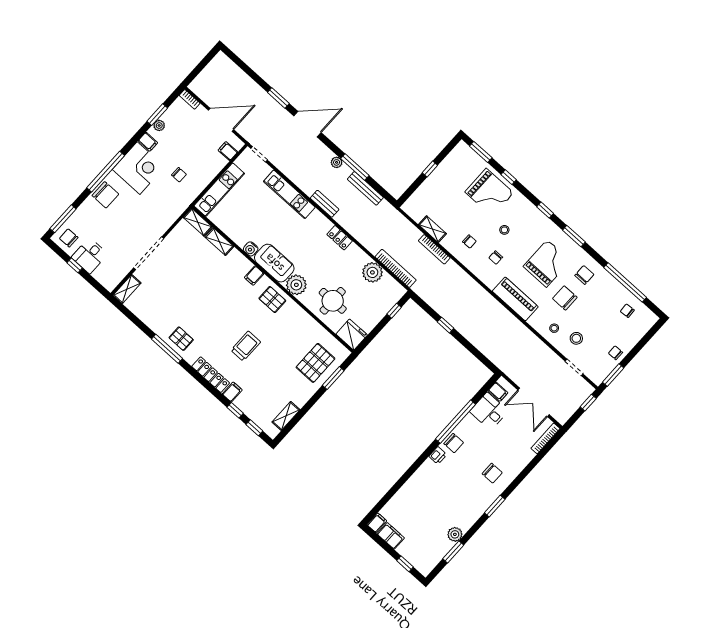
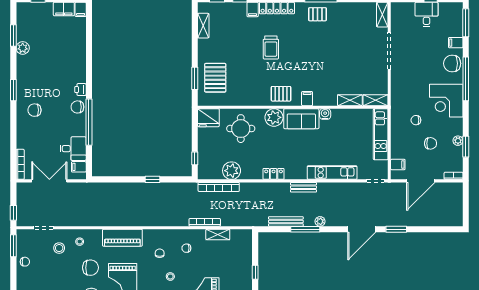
filing cabinet: (148, 142) -> (456, 43), moved
chair: (69, 238) -> (431, 143), moved

